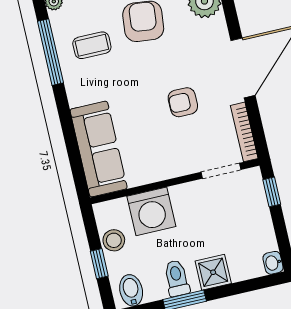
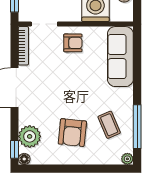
coffee table: (92, 45) -> (109, 125), turned 67
armchair: (183, 102) -> (73, 43), moved

